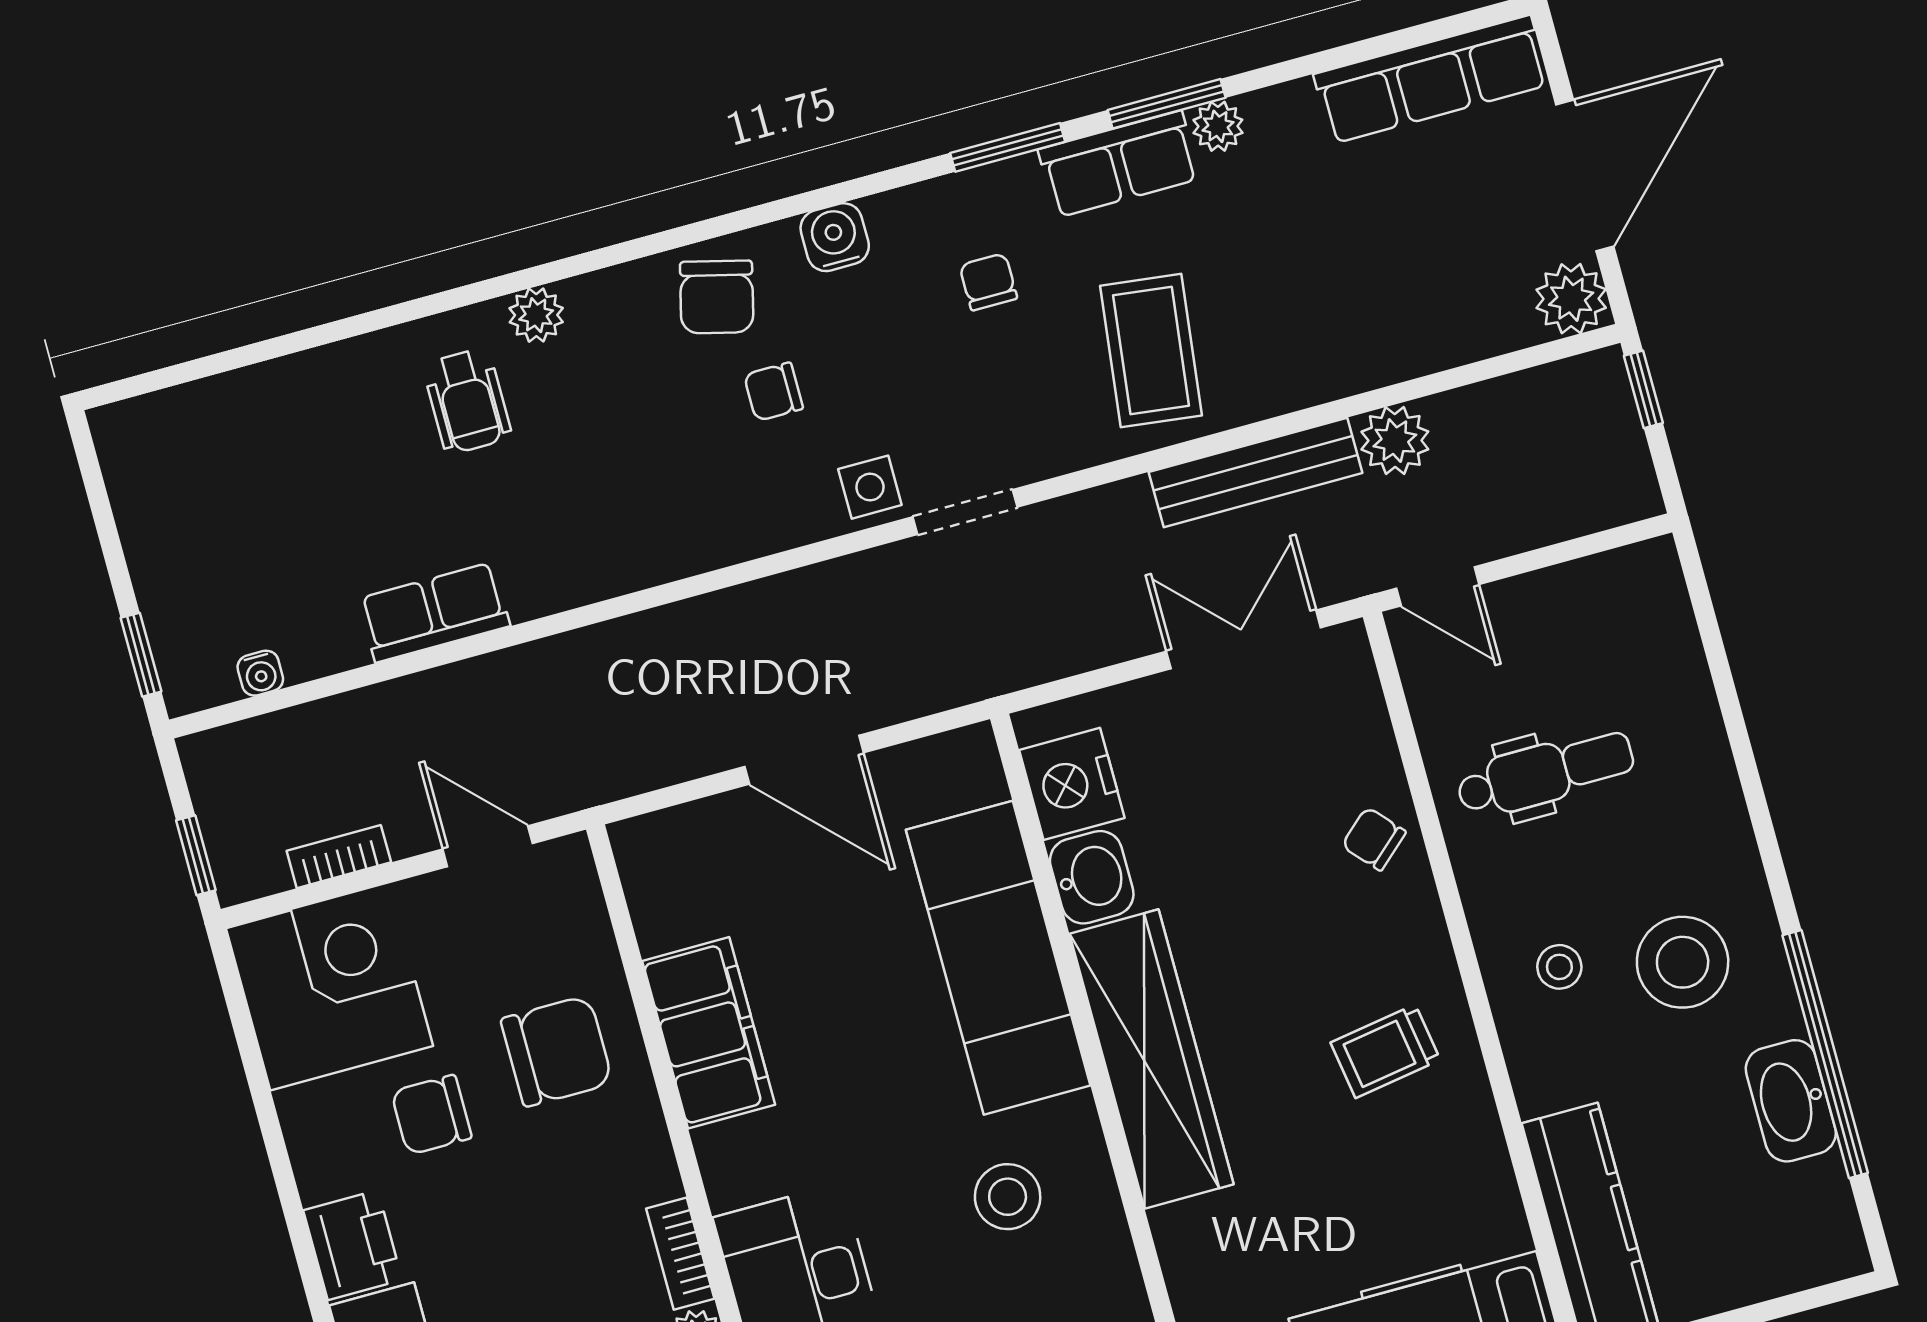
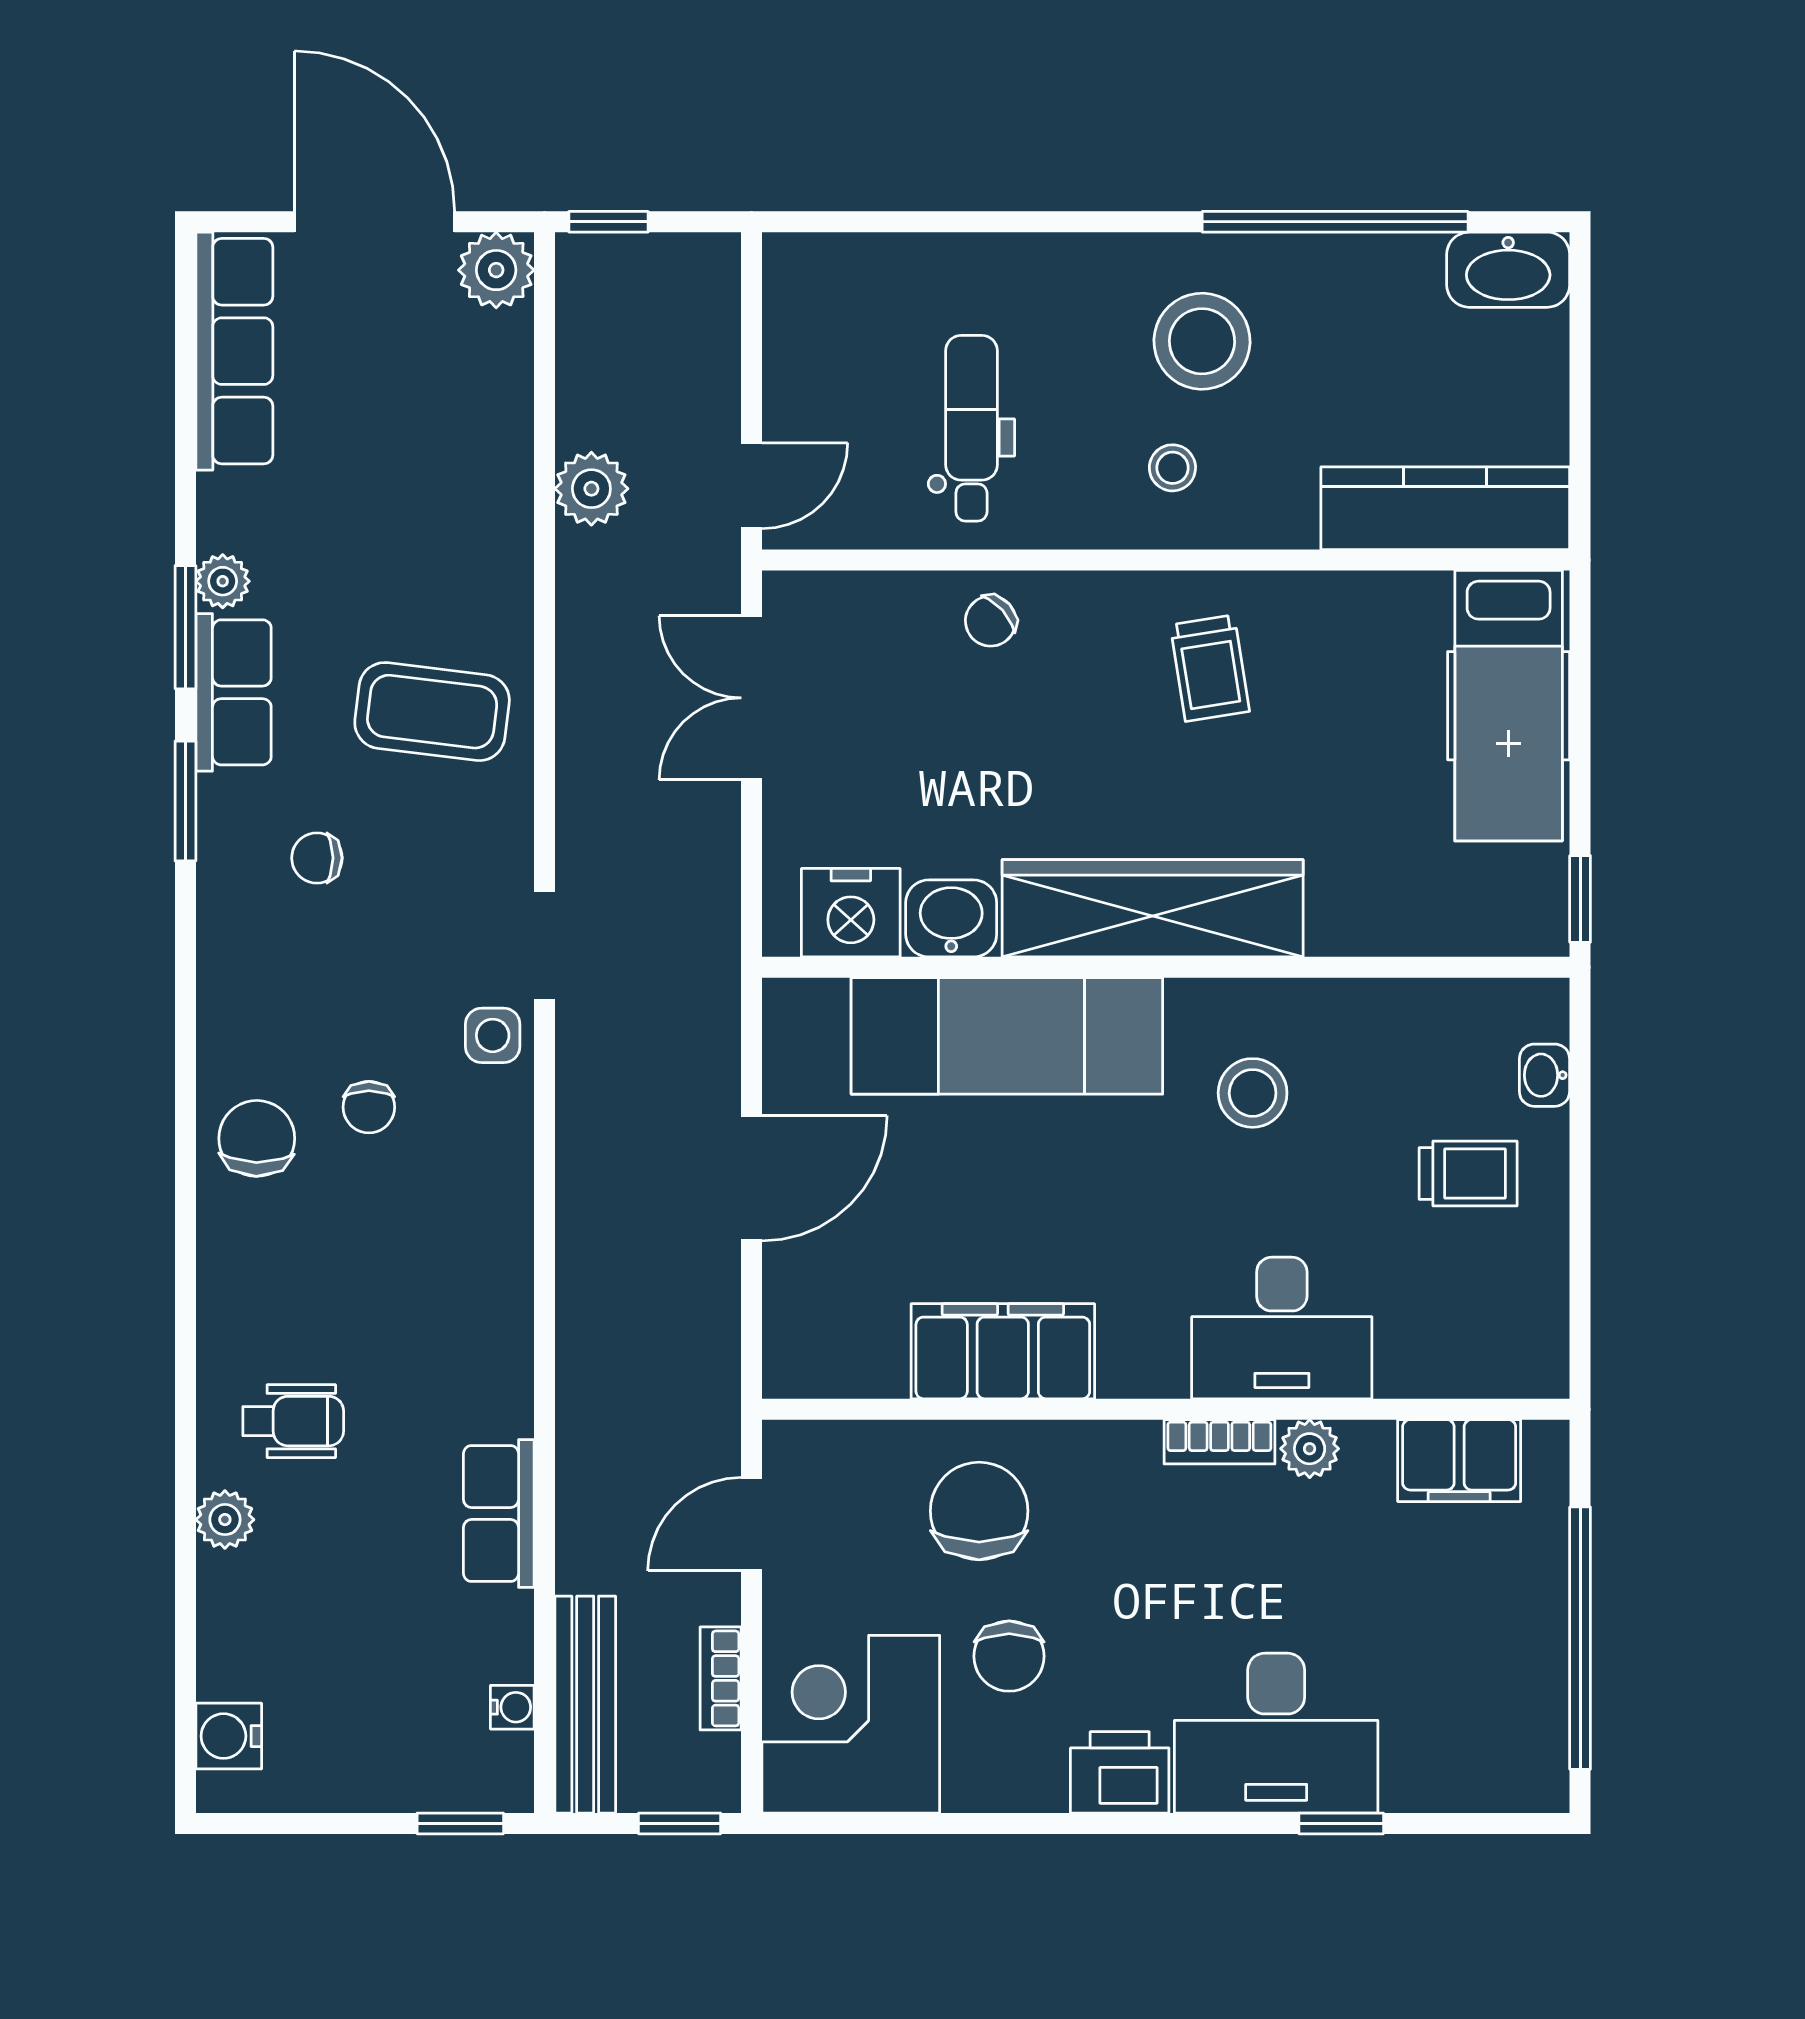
water cooler: (835, 237) -> (229, 1736), moved
chair: (717, 297) -> (257, 1138), turned -103
plant: (536, 315) -> (225, 1520), moved
bench: (1256, 473) -> (585, 1705), moved
washbasin: (1791, 1101) -> (1508, 270), moved

